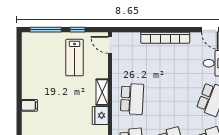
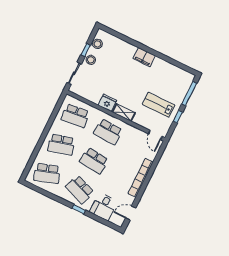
door: (110, 45) -> (155, 135), swing flipped
school desk: (172, 99) -> (94, 161), added
filing cabinet: (30, 105) -> (144, 57), width x2.00

